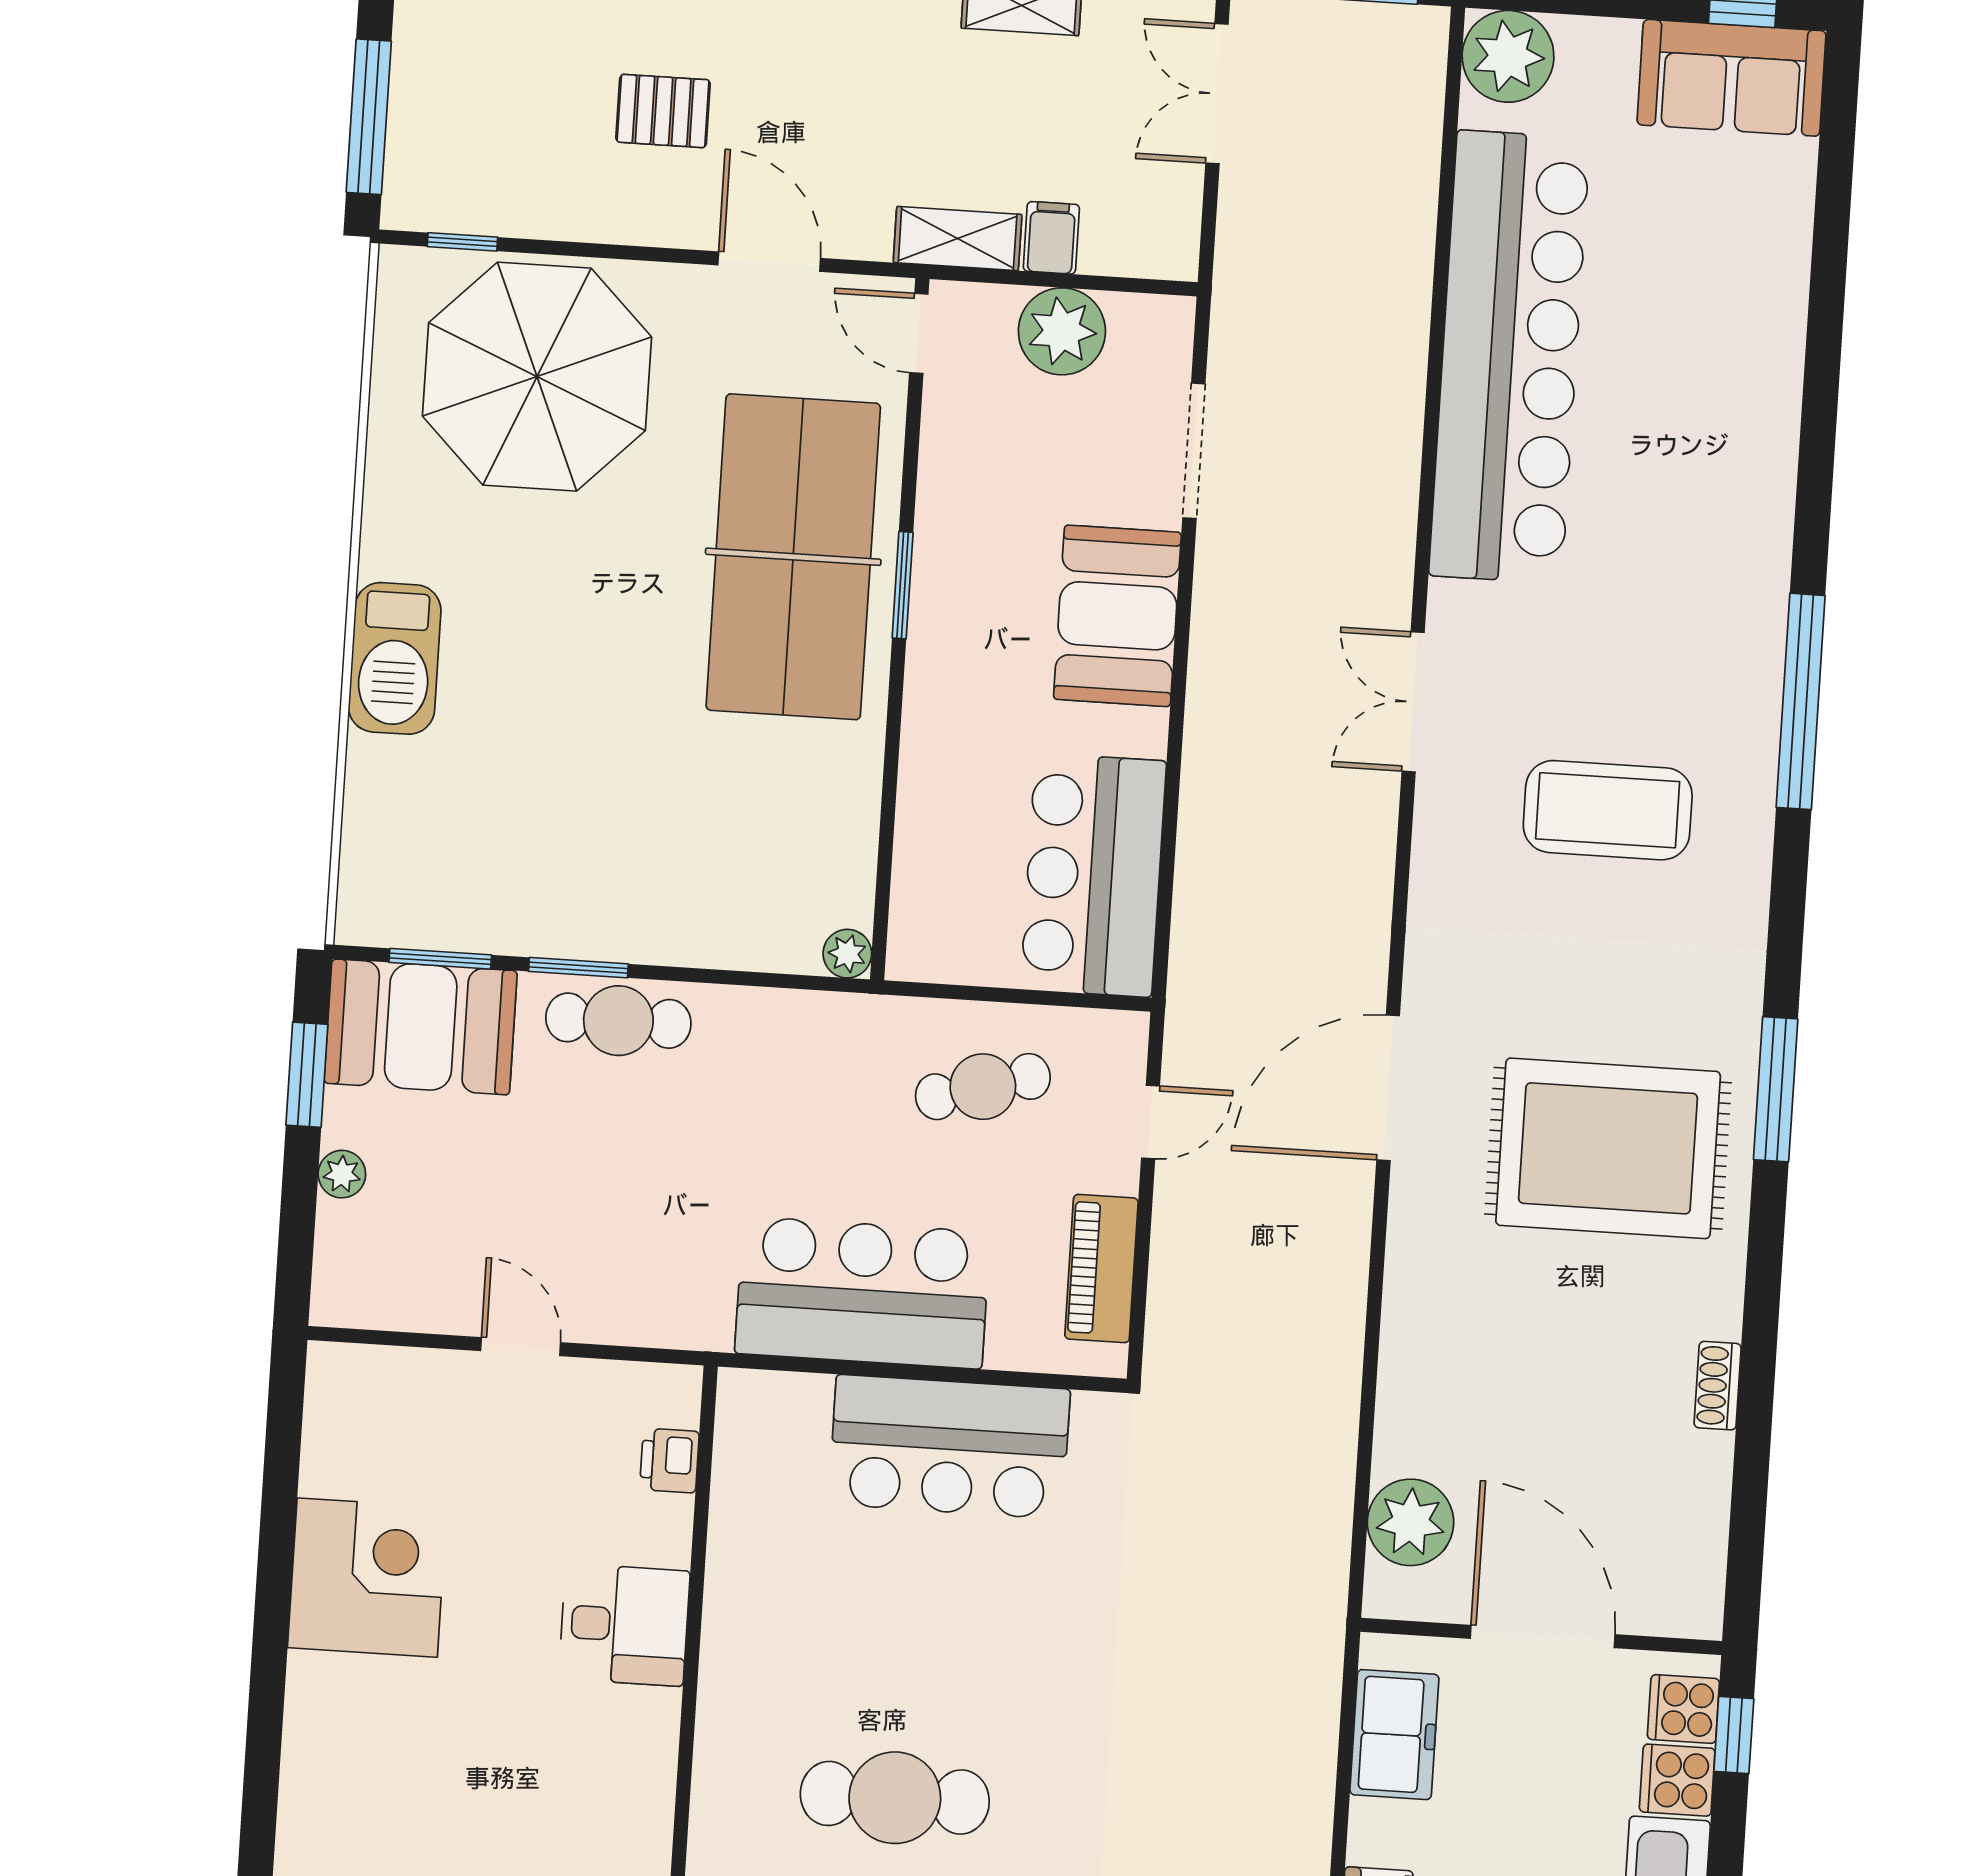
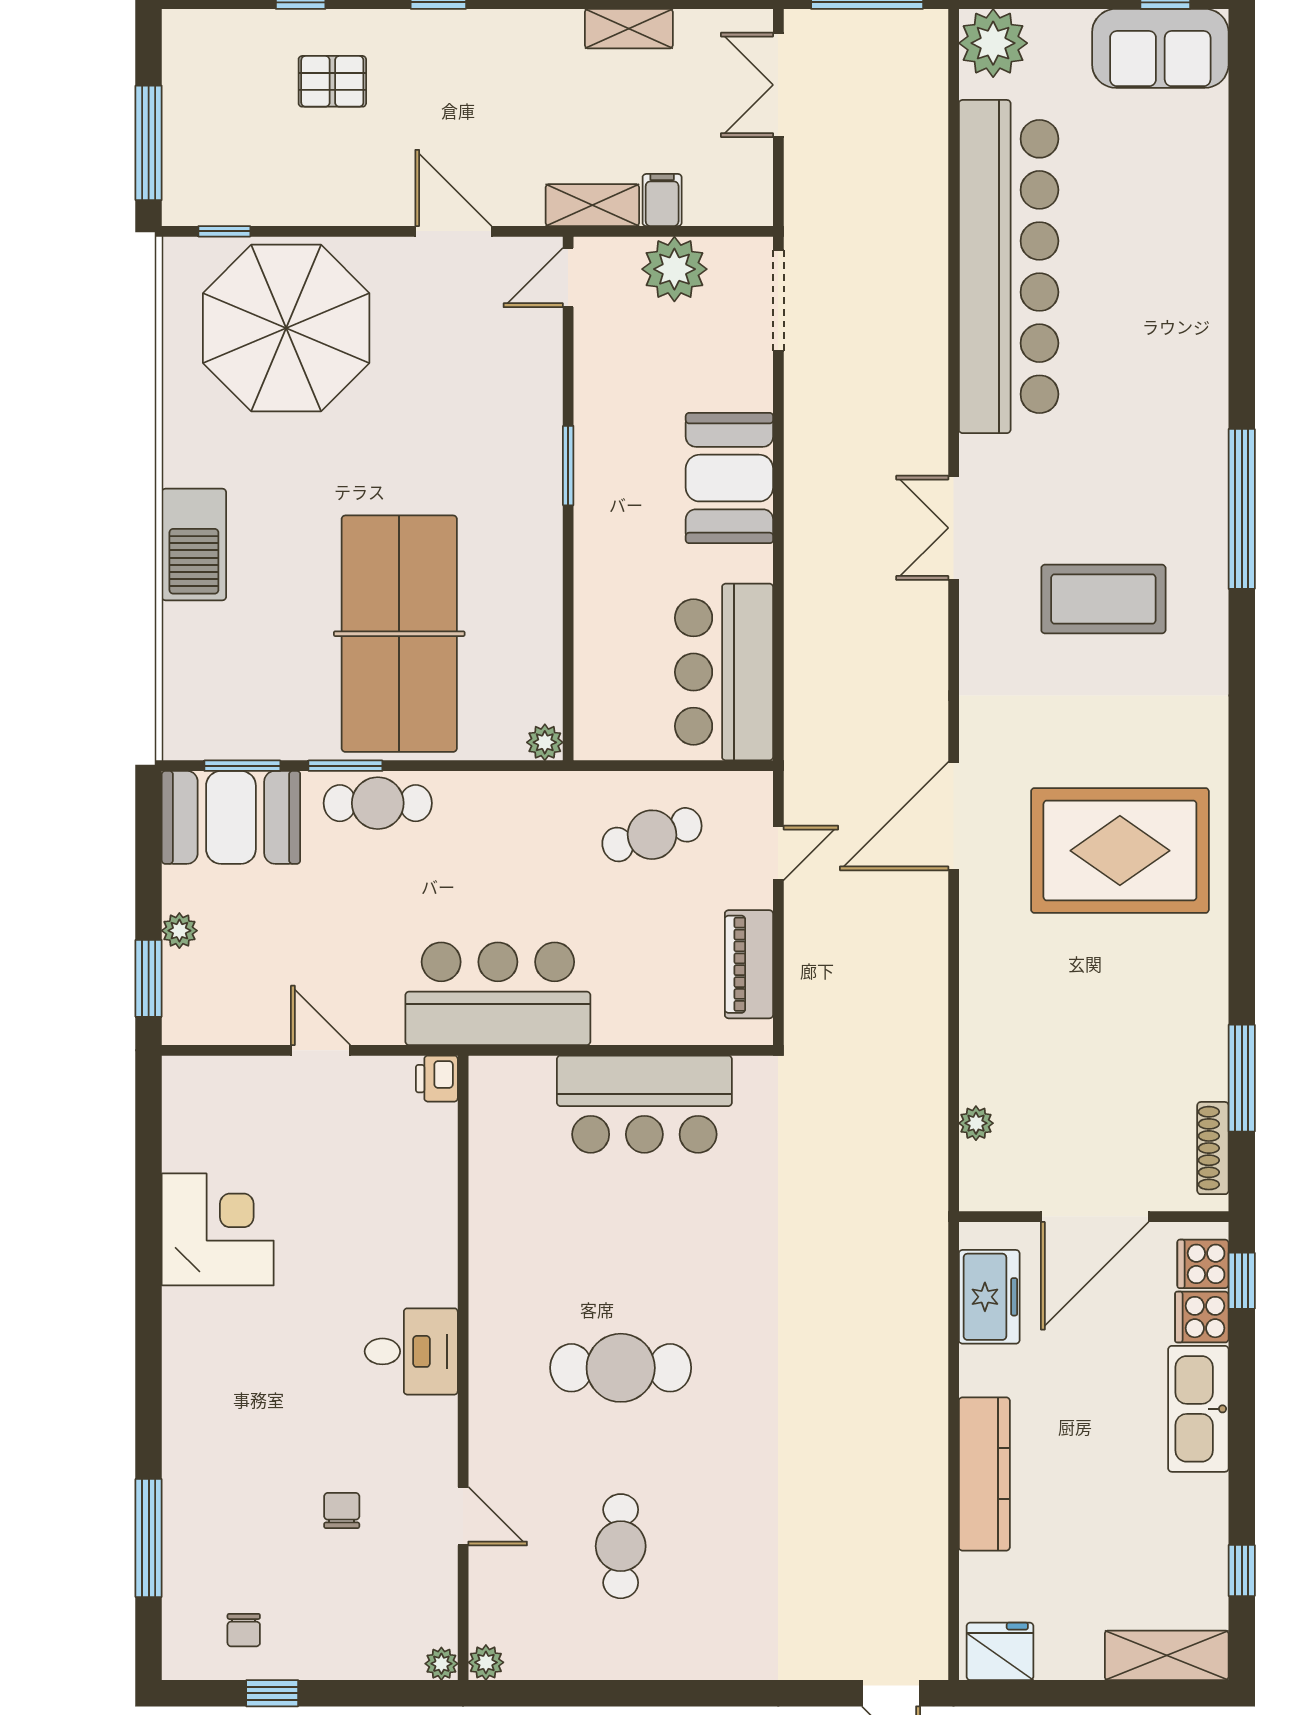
pallet: (663, 111) -> (332, 81), moved
door: (919, 333) -> (568, 278), hinge flipped
doorway: (1194, 451) -> (778, 301), moved
table tennis table: (793, 557) -> (399, 634), moved
window: (307, 1075) -> (149, 978), moved
window: (1776, 1089) -> (1242, 1078), moved
bar counter: (862, 1293) -> (498, 994), moved
shoe rack: (1718, 1386) -> (1213, 1148), moved, width x1.43
printer: (669, 1461) -> (437, 1079), moved
plant: (1411, 1522) -> (976, 1123), width x0.53, depth x0.53
desk: (624, 1625) -> (411, 1351), moved
door: (1543, 1636) -> (1095, 1217), swing flipped

